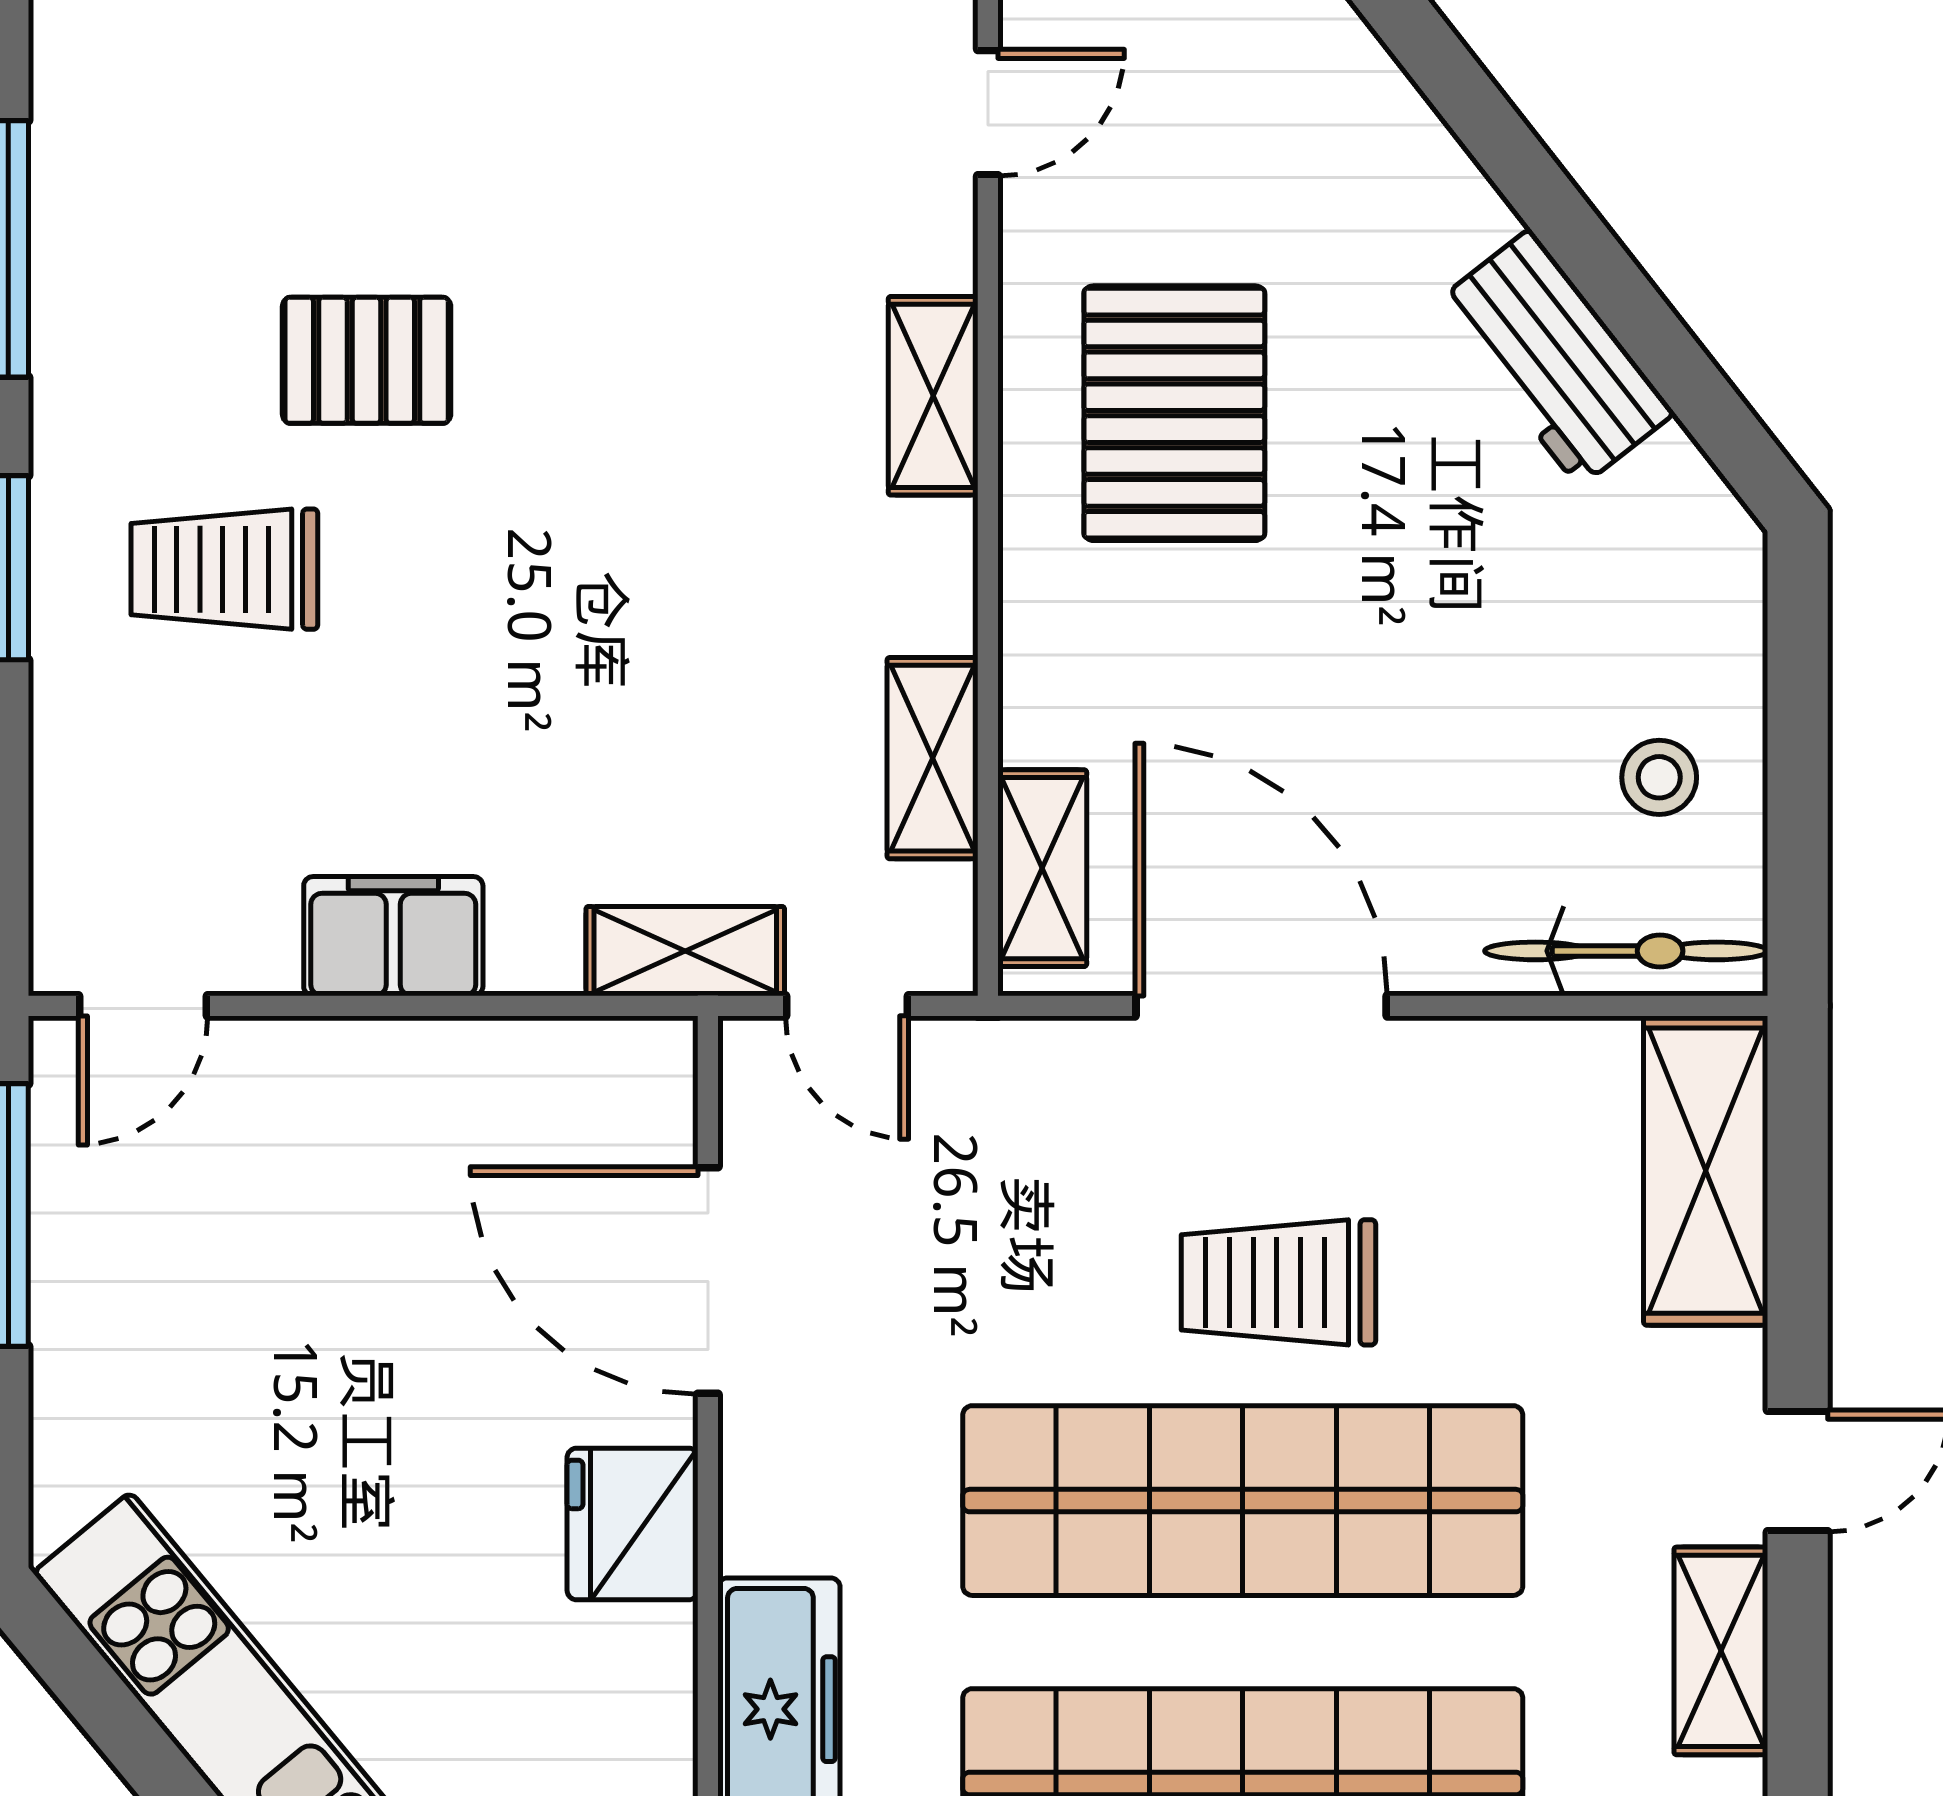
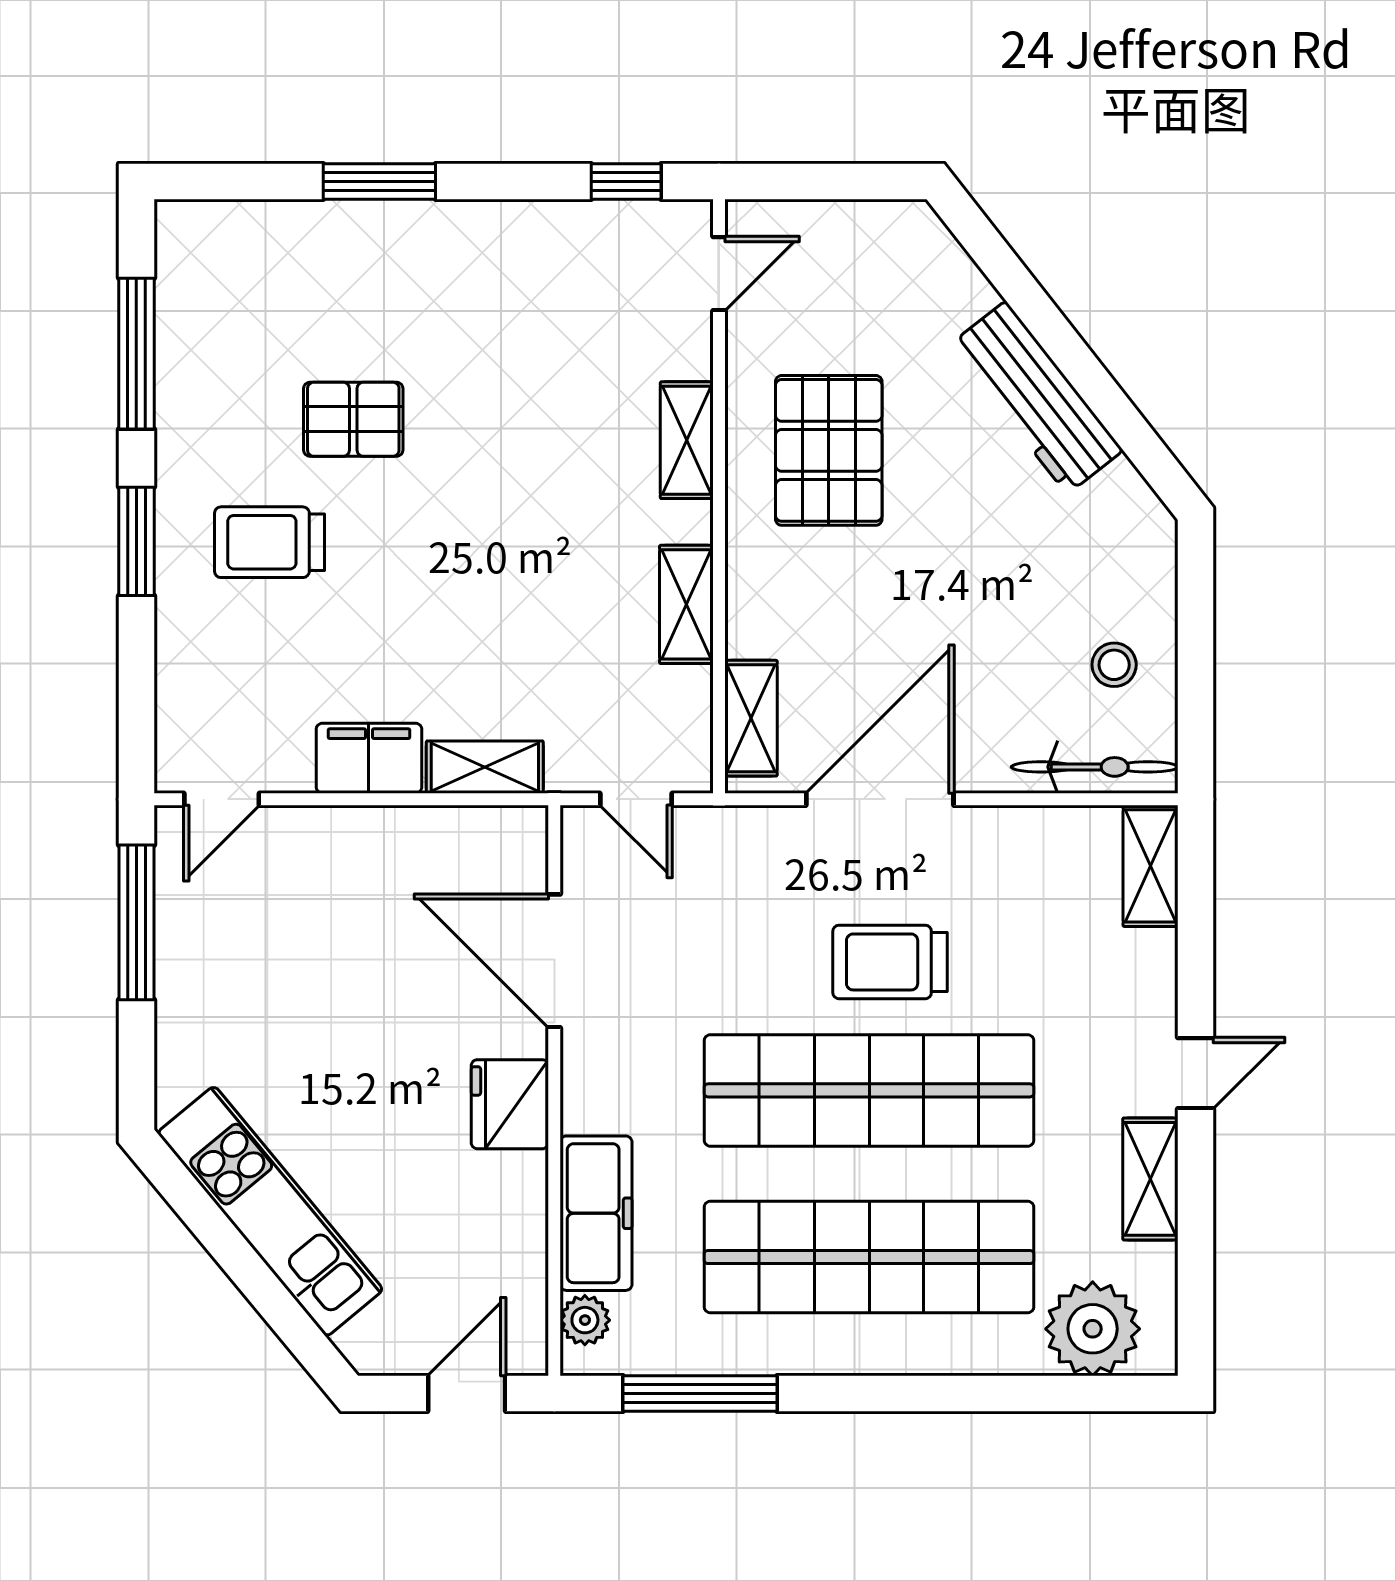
workbench: (1554, 358) -> (1036, 397), width x1.38
shelving: (933, 758) -> (686, 604), moved
shelving: (685, 951) -> (485, 767), moved
door: (1261, 1006) -> (880, 799), hinge flipped
shelving: (1706, 1171) -> (1151, 866), width x0.67, depth x0.75

